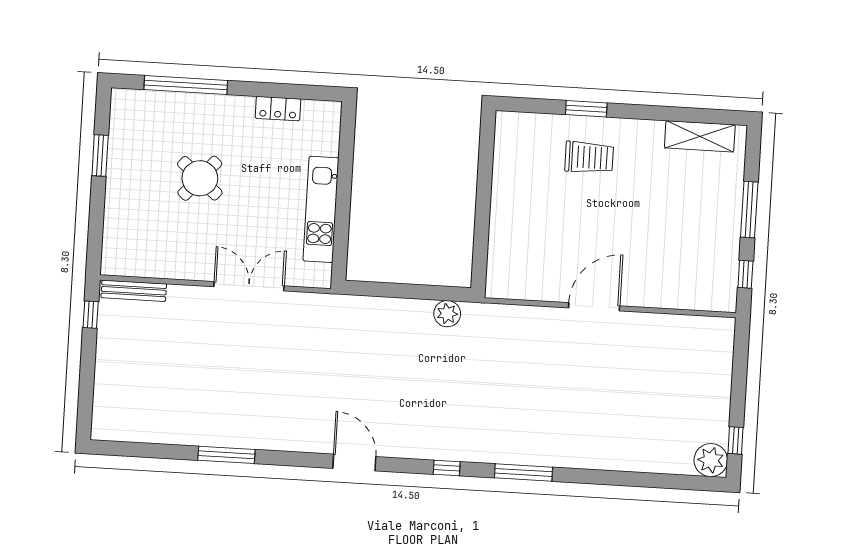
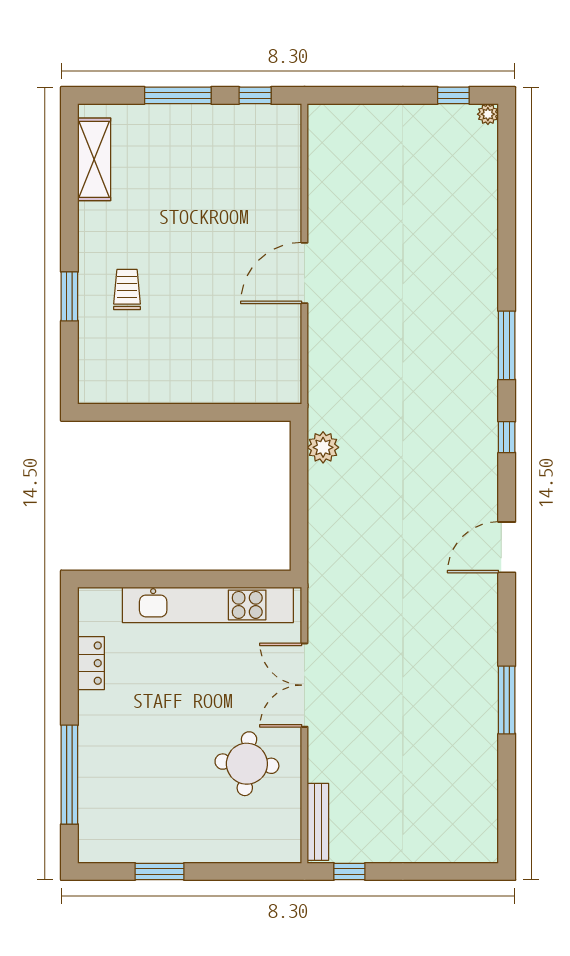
trolley: (589, 157) -> (127, 290), width x0.73, depth x0.72
round table: (200, 178) -> (247, 764), moved, turned -36
kitchen unit: (321, 209) -> (208, 605), width x1.36
door: (594, 307) -> (304, 273), hinge flipped
plant: (711, 460) -> (488, 114), width x0.53, depth x0.53

